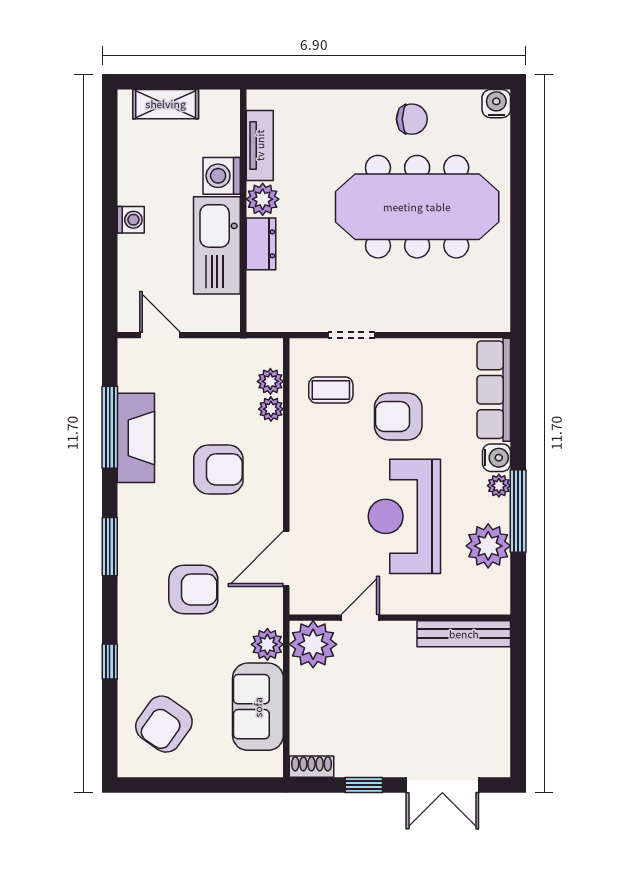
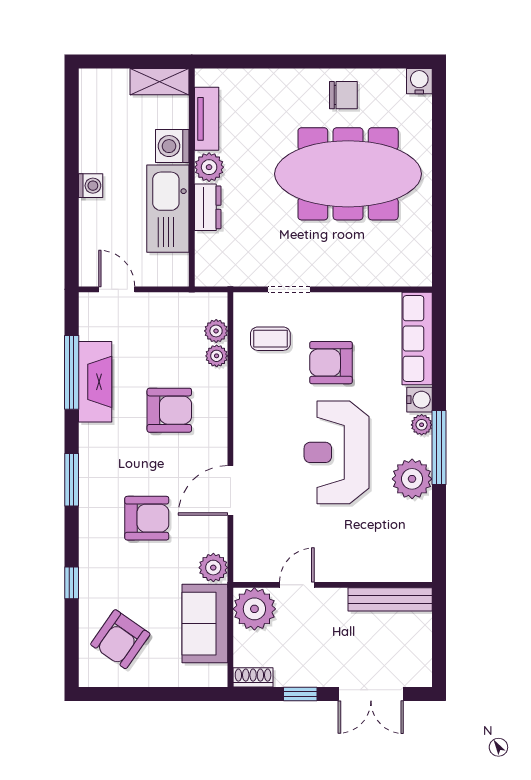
shelving: (166, 104) -> (160, 82), moved
door: (360, 618) -> (297, 585), moved
wall: (400, 618) -> (333, 585), moved
bench: (464, 634) -> (390, 599), moved
plant: (313, 644) -> (254, 609), moved

